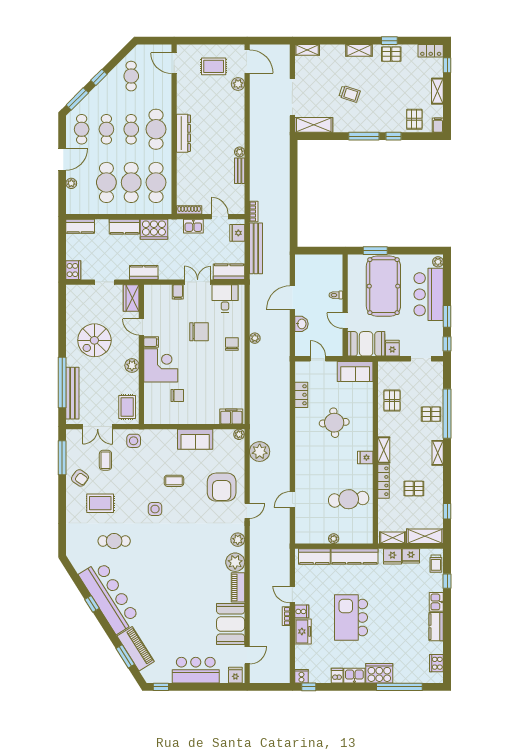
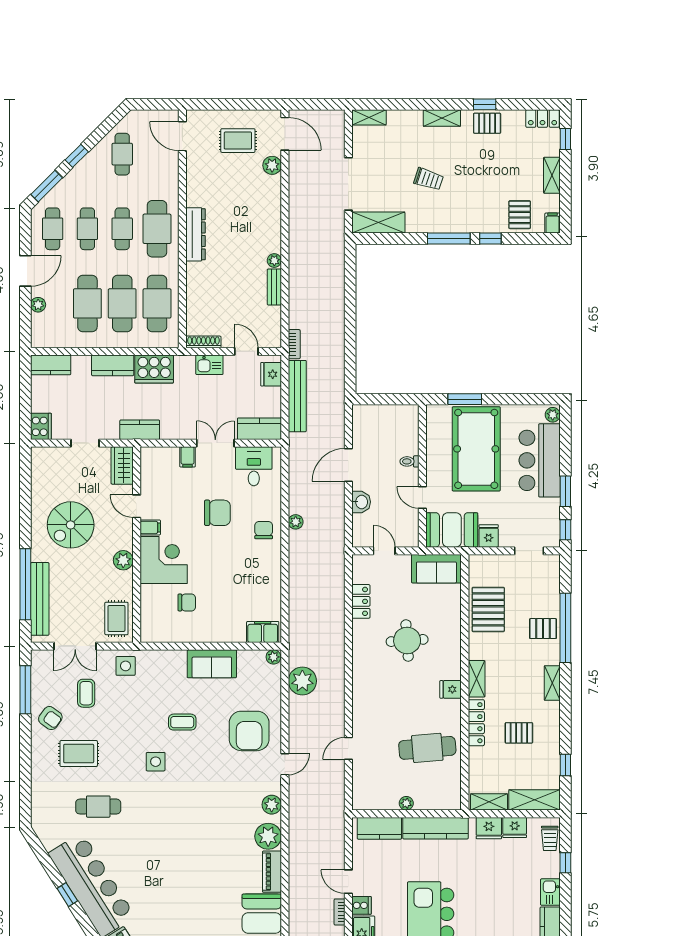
pallet: (392, 401) -> (488, 609), width x1.50, depth x1.42

